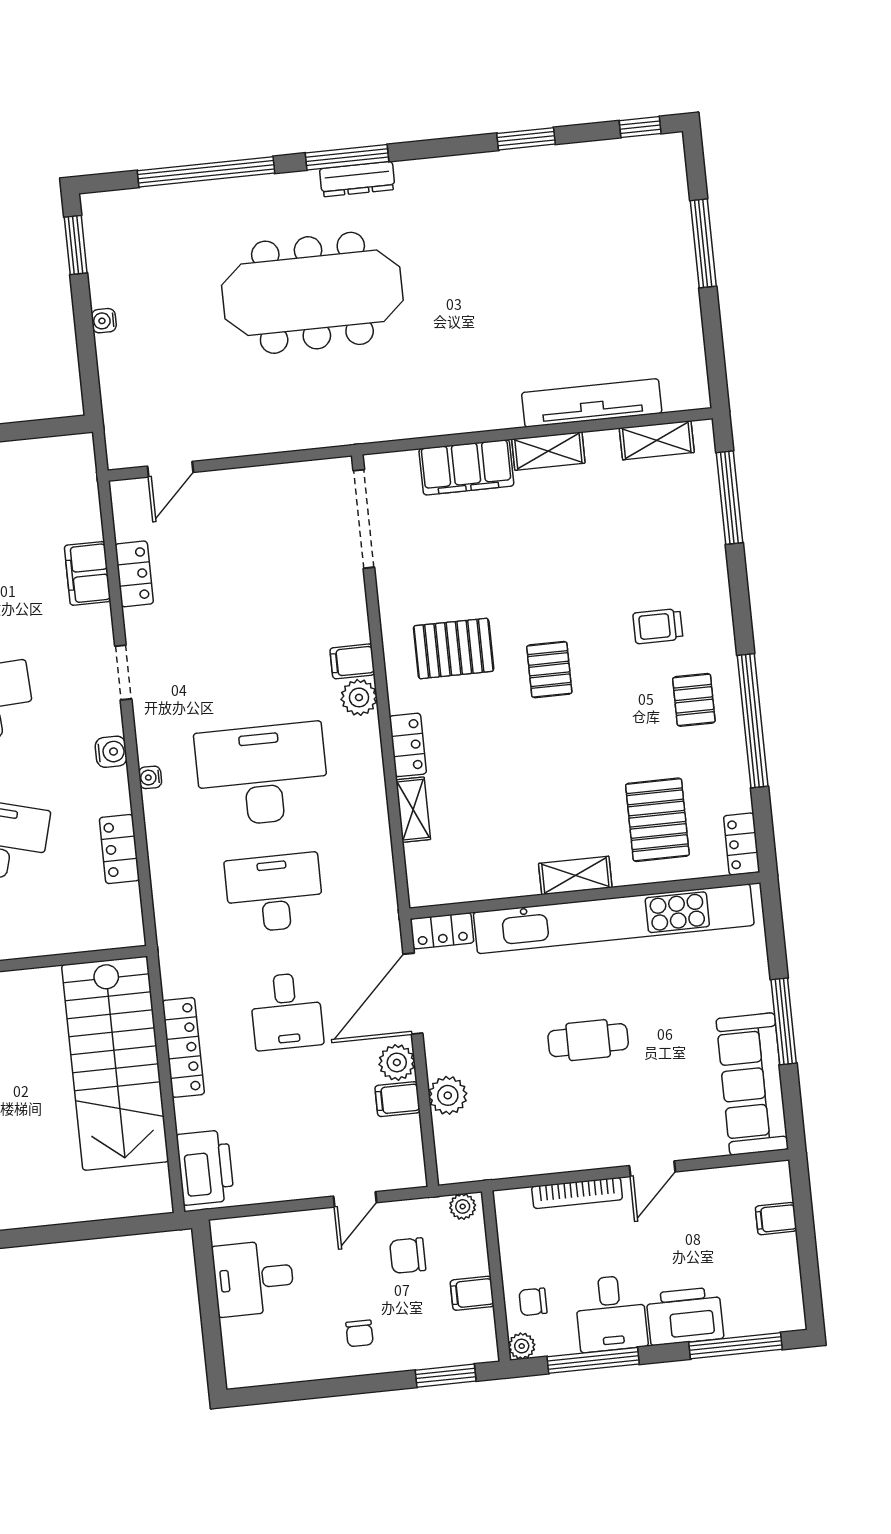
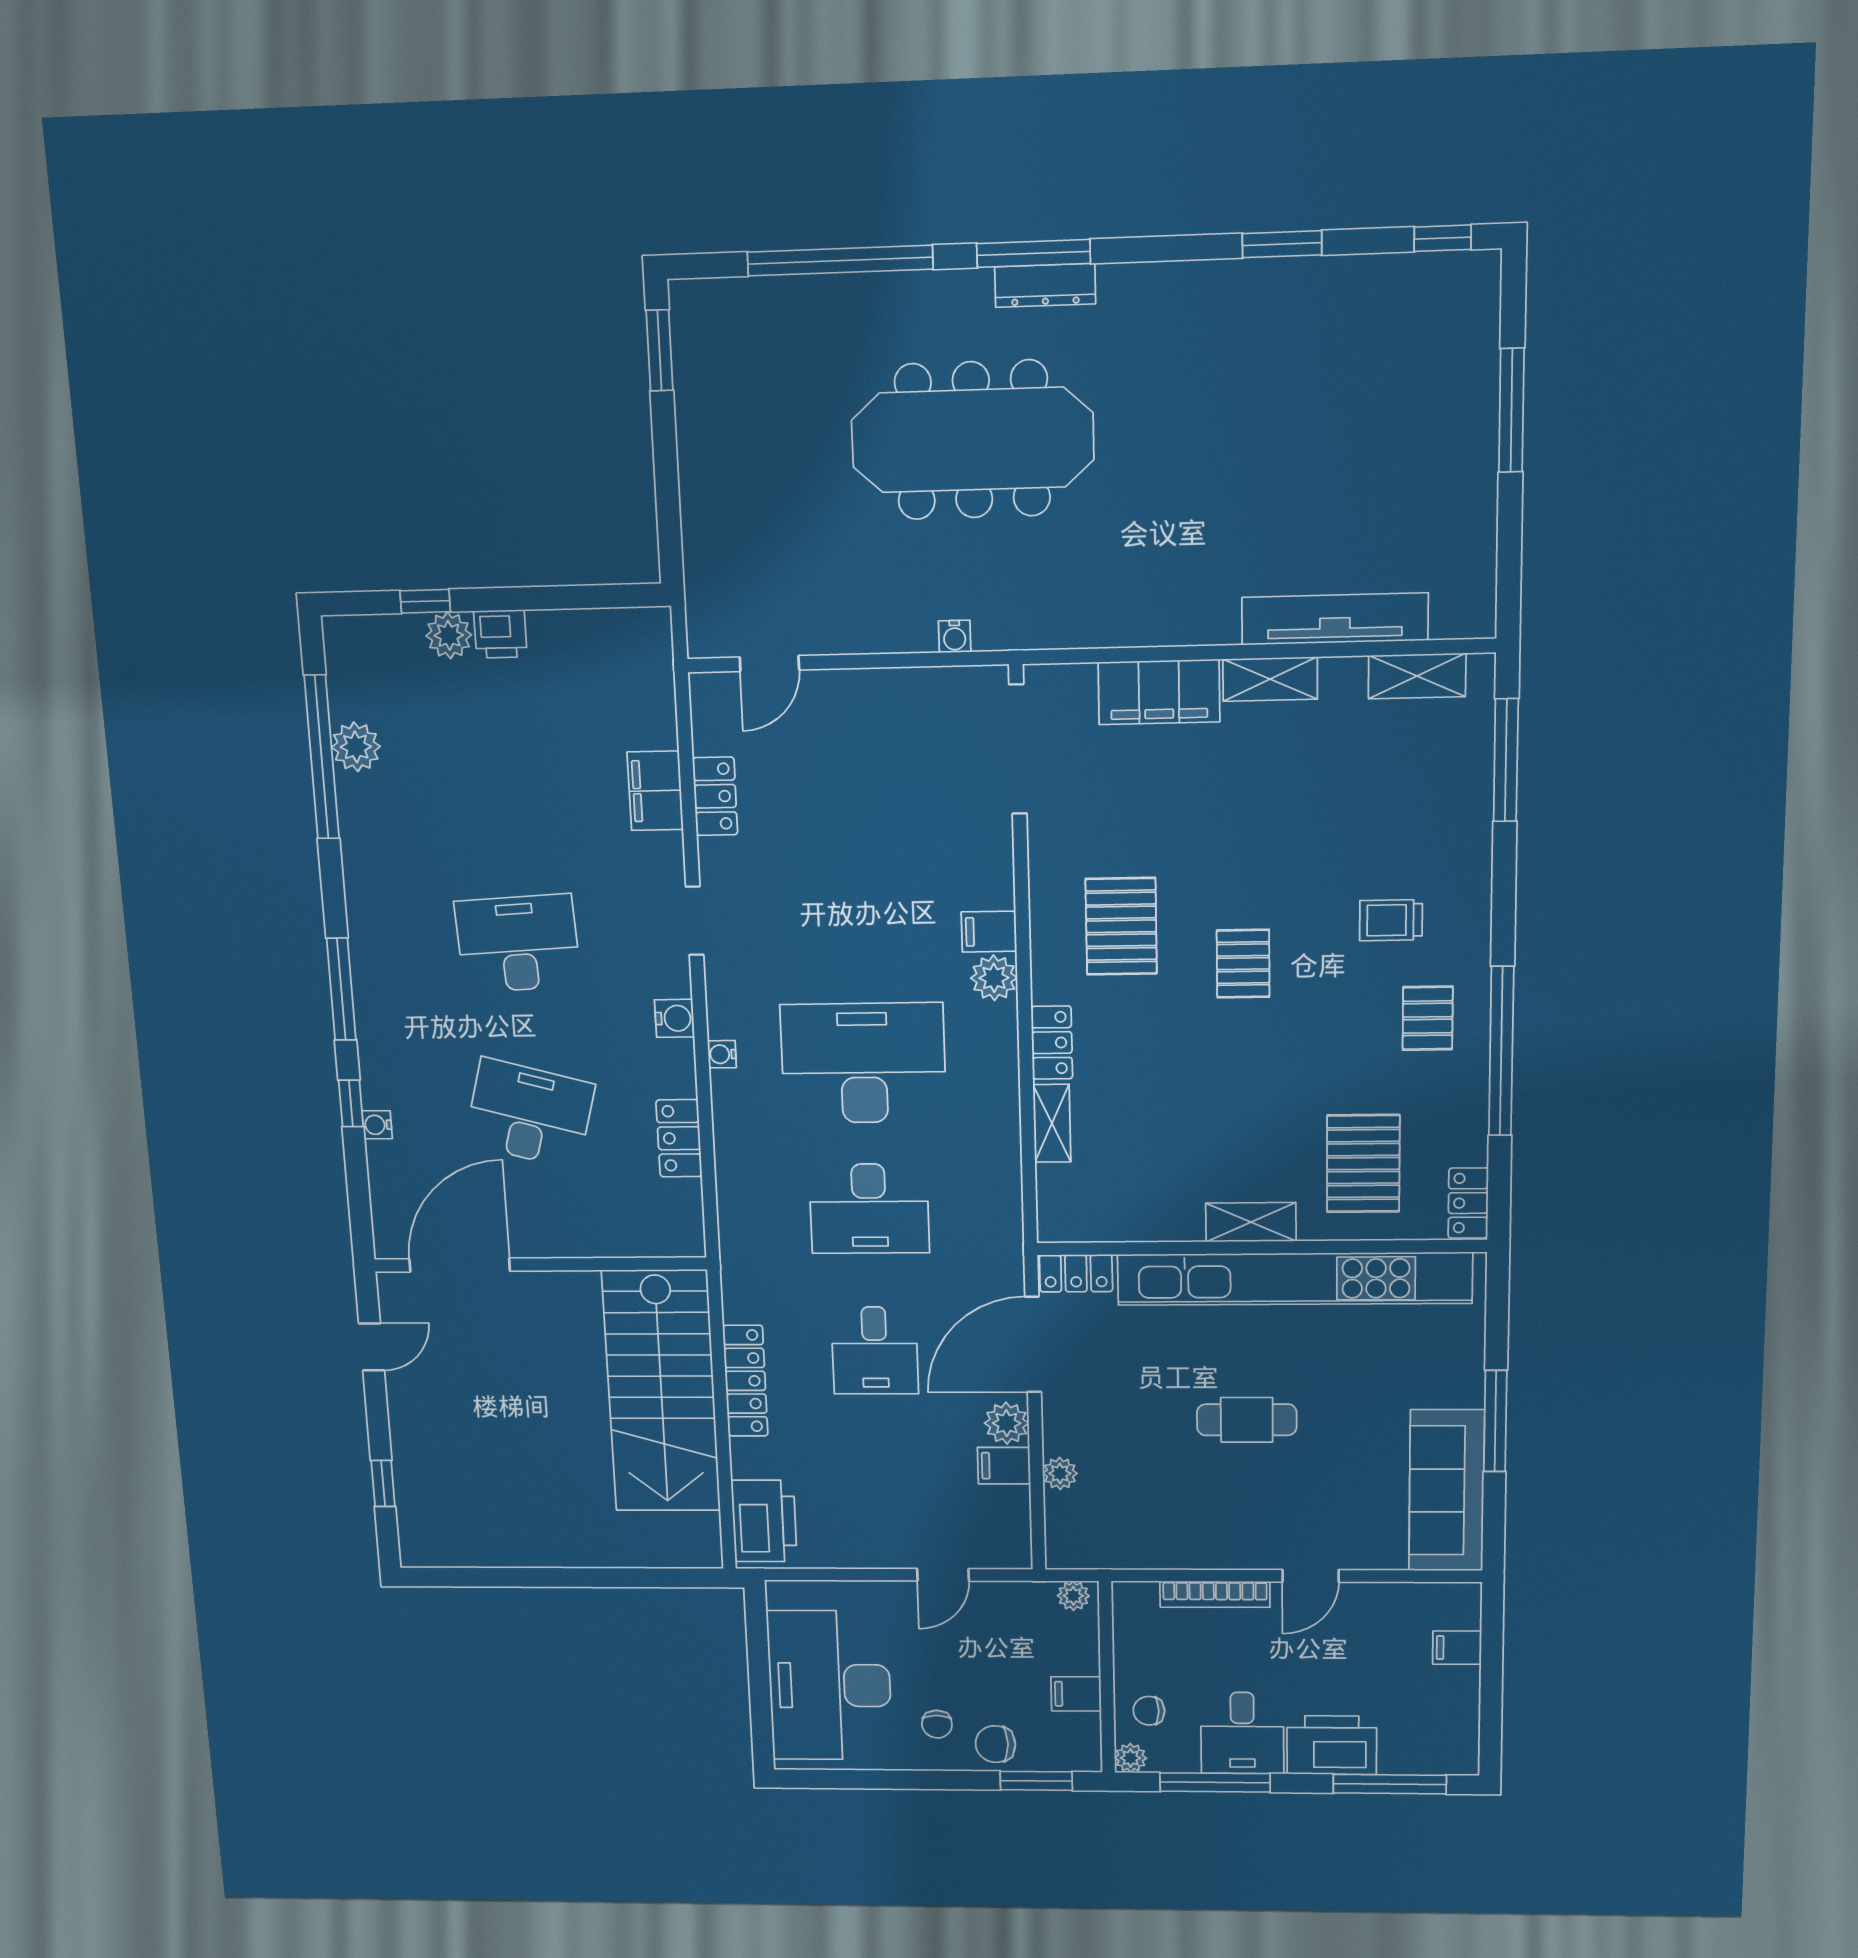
water cooler: (104, 321) -> (955, 636), moved, turned -90
pallet: (454, 649) -> (1121, 926), turned 90
desk: (274, 893) -> (869, 1209), turned 180
plant: (448, 1095) -> (1060, 1473), width x0.73, depth x0.73
chair: (408, 1256) -> (995, 1744), moved
desk: (253, 1278) -> (830, 1685), width x1.87, depth x1.30

